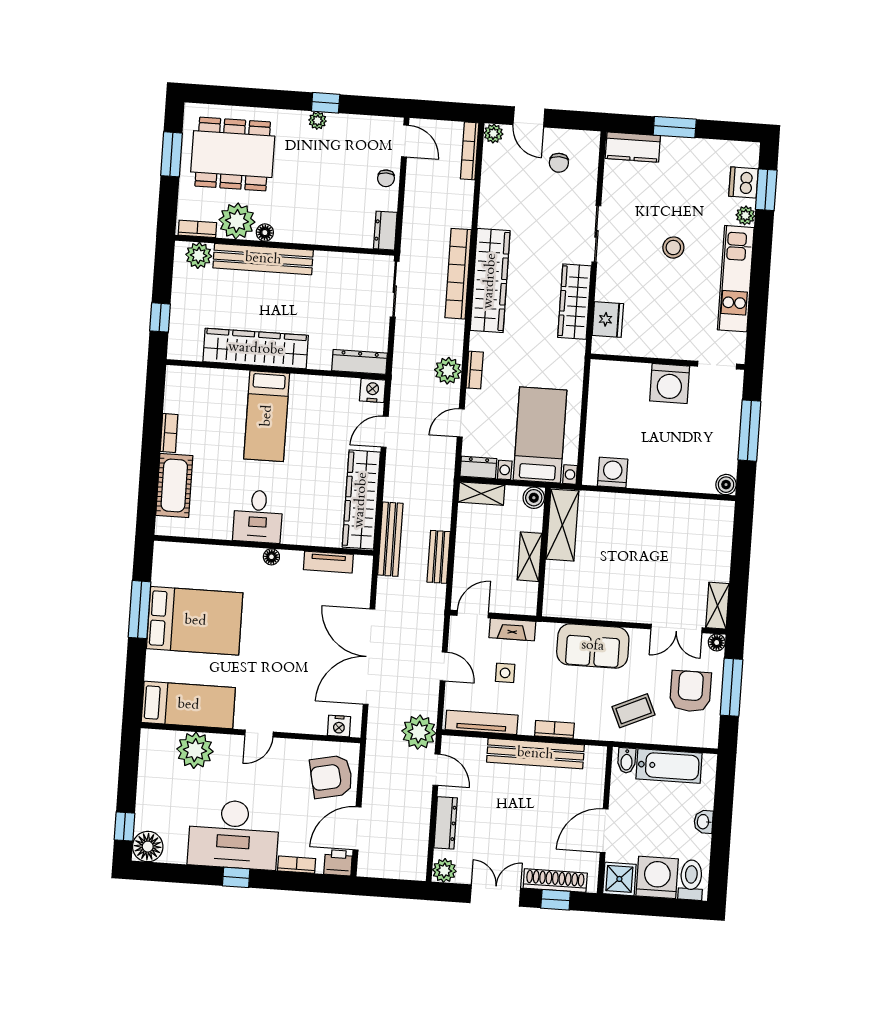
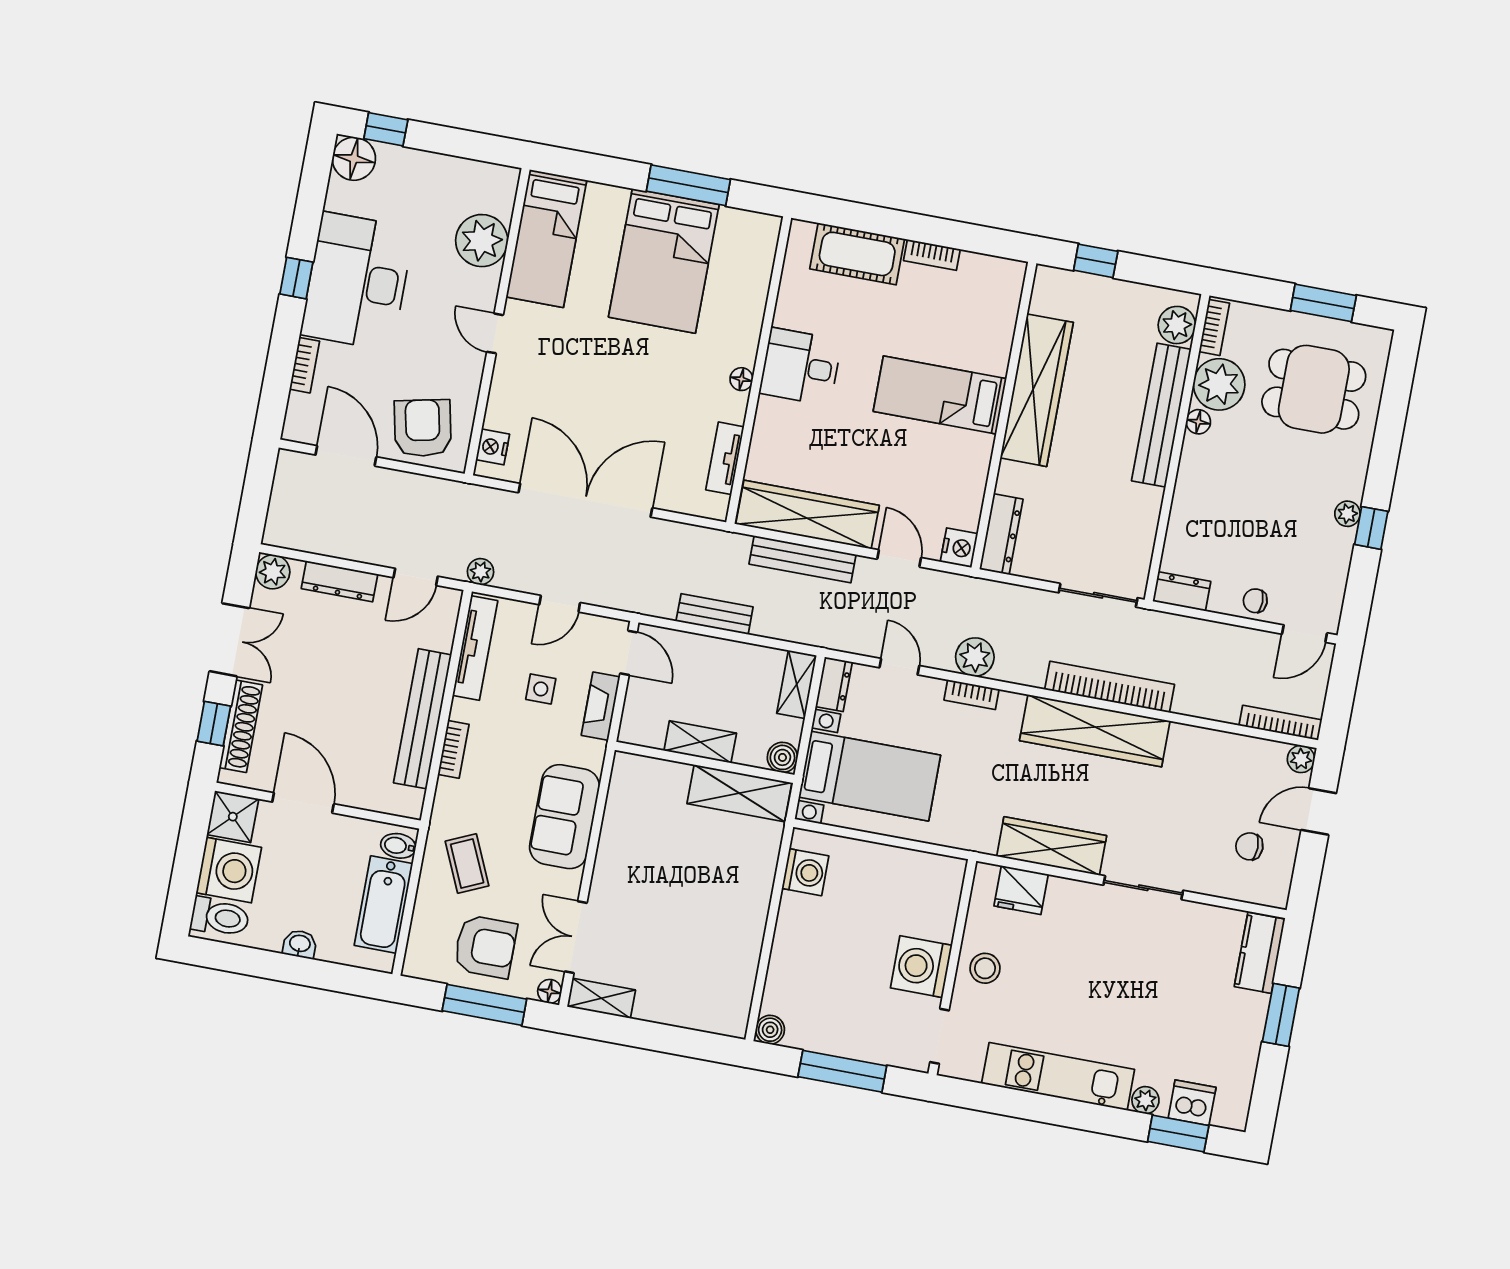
dining table: (233, 154) -> (1314, 389), width x0.73
stool: (673, 248) -> (985, 968), moved
bench: (390, 539) -> (802, 559), moved
plant: (419, 732) -> (481, 572), width x0.53, depth x0.53
printer: (338, 863) -> (301, 424), removed

